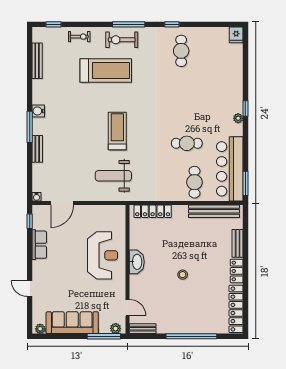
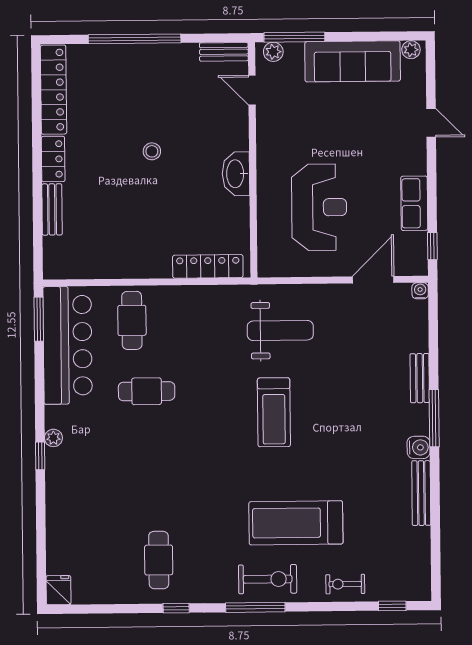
bench: (37, 61) -> (421, 493), moved
bench: (214, 211) -> (96, 268), removed
reception desk: (103, 255) -> (319, 207), moved, turned 180

